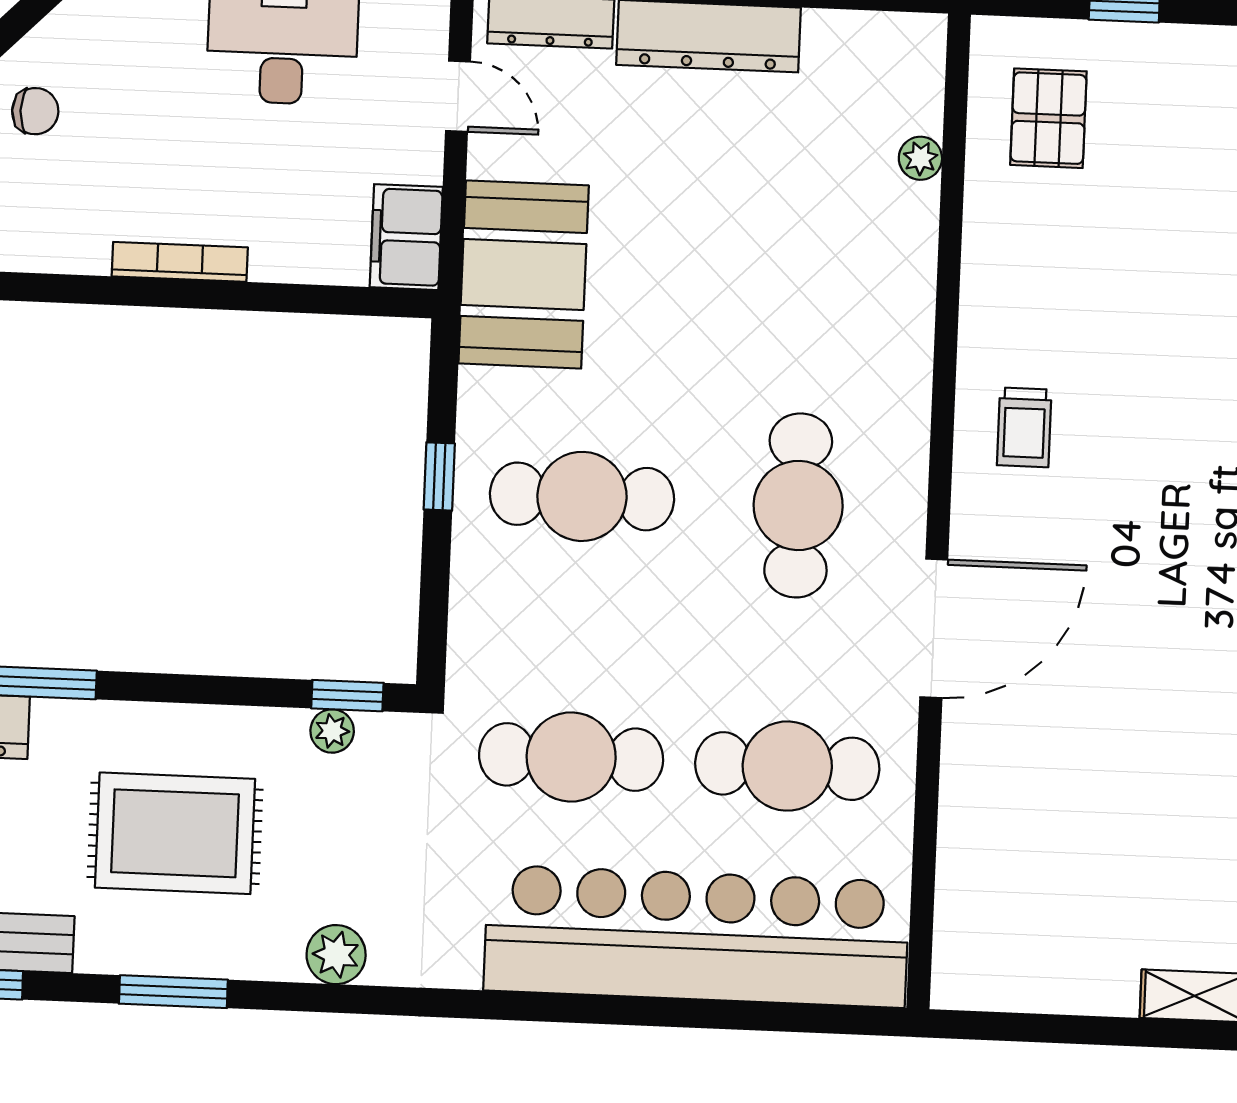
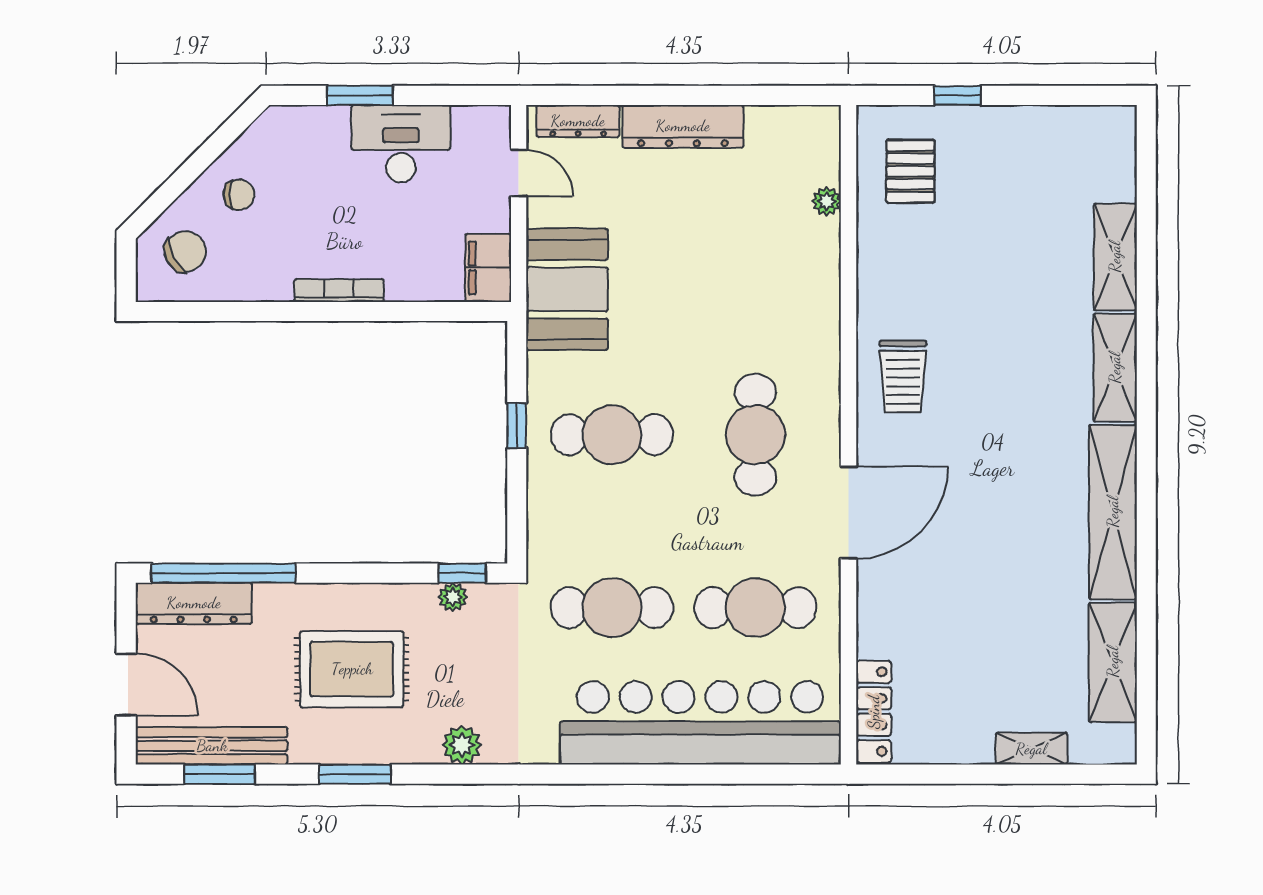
trolley: (1024, 427) -> (903, 377), width x1.36, depth x1.39
locker: (959, 930) -> (874, 712), added

